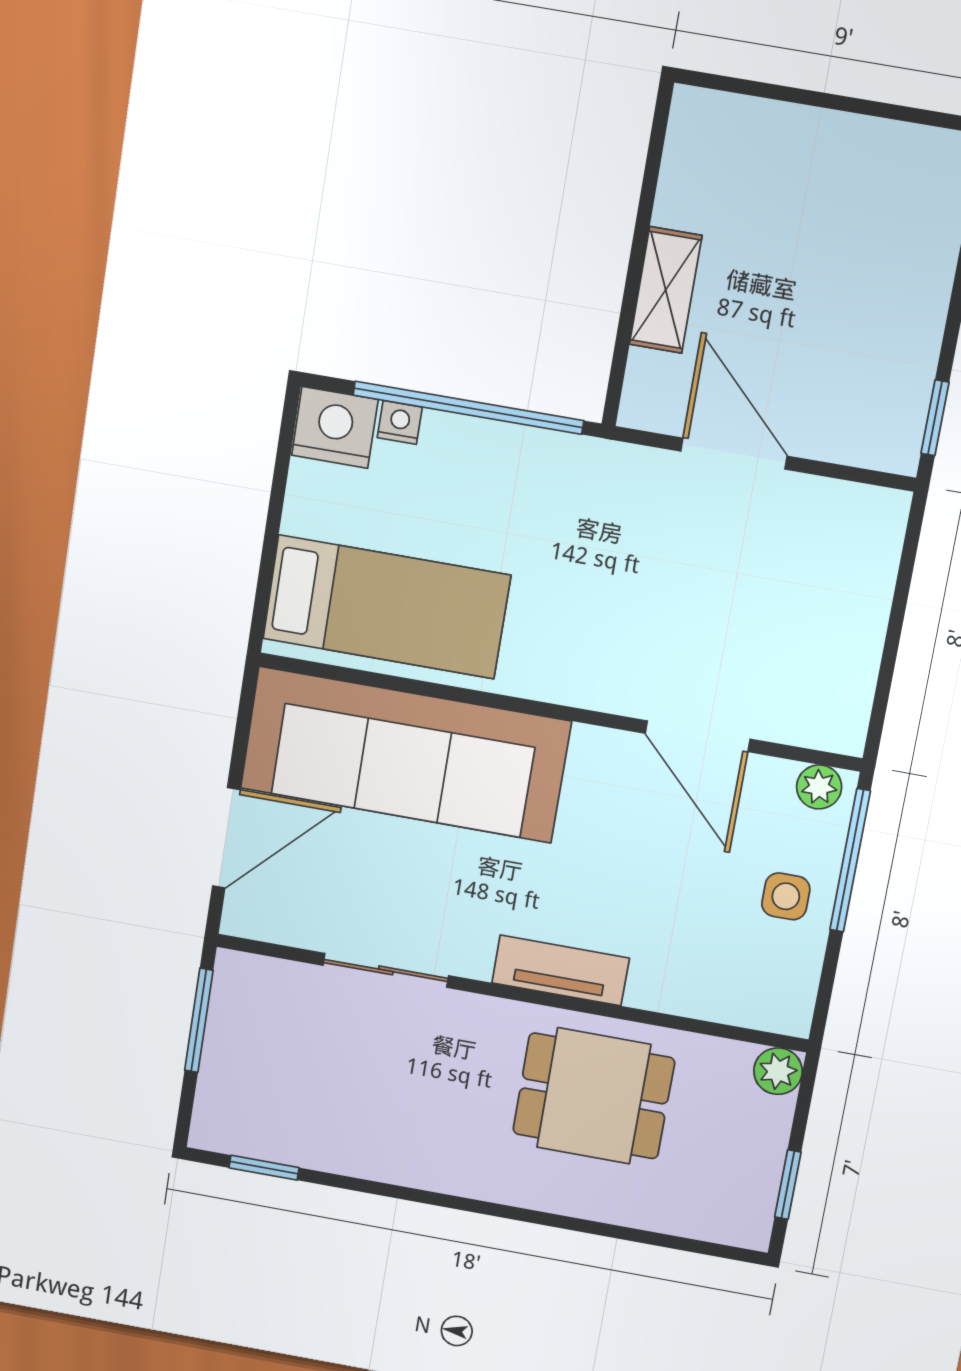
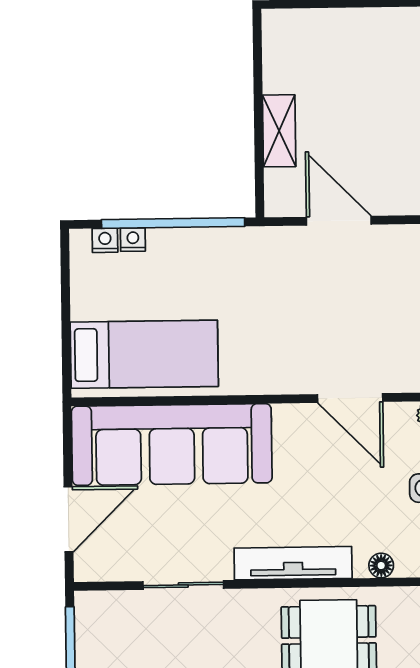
nightstand: (335, 427) -> (105, 240), width x0.53, depth x0.56
tv unit: (561, 970) -> (293, 563), width x1.41
floor lamp: (696, 1000) -> (381, 566), added

